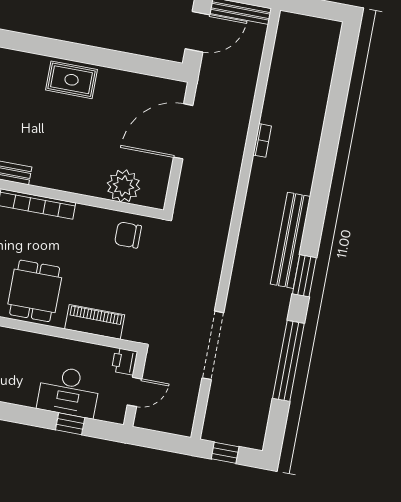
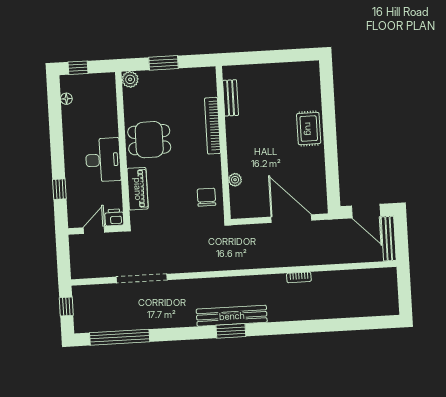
plant: (124, 186) -> (235, 180), width x0.53, depth x0.53
window: (304, 276) -> (231, 331), moved
window: (288, 361) -> (120, 337), moved
desk: (69, 392) -> (103, 160), moved, turned 180
door: (134, 392) -> (94, 230), swing flipped

